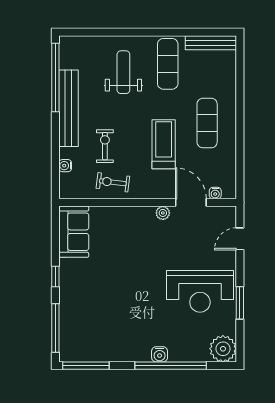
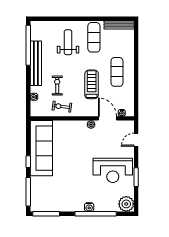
sofa: (74, 232) -> (41, 148), width x1.85, depth x1.27

